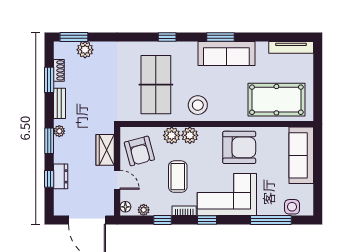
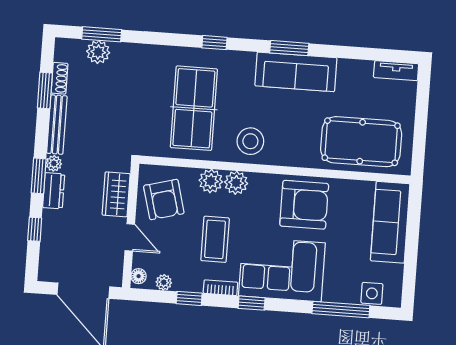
window: (74, 37) -> (102, 34), moved
tv unit: (291, 47) -> (396, 71), width x0.71
bench: (59, 103) -> (57, 125), width x1.36
dresser: (61, 176) -> (54, 191), moved

